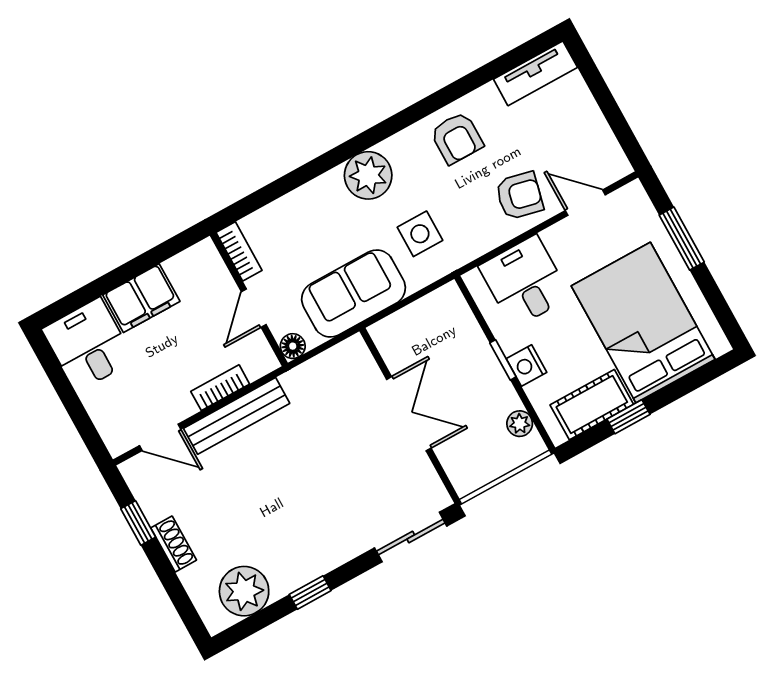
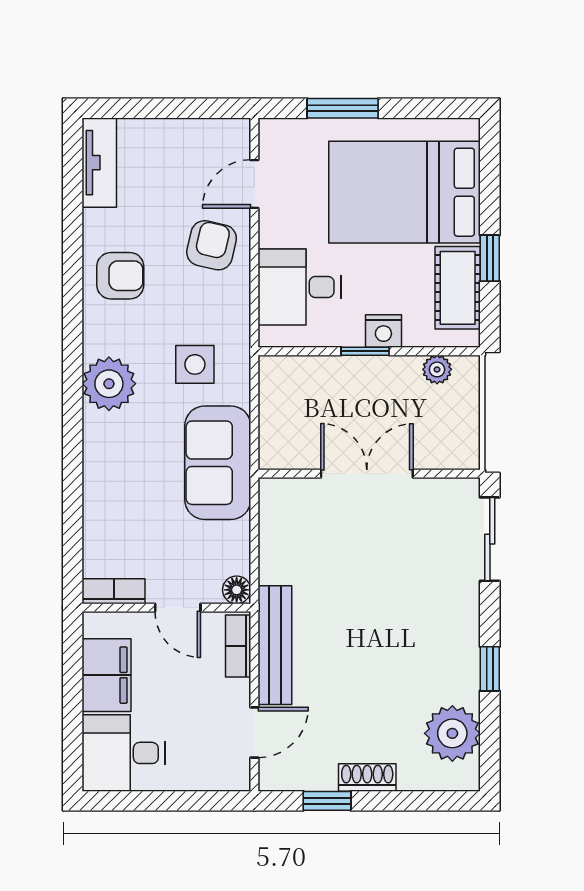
bookcase: (239, 251) -> (114, 591), moved
wall: (249, 299) -> (166, 608), moved
door: (254, 308) -> (178, 608), moved
floor lamp: (293, 346) -> (237, 590), moved

